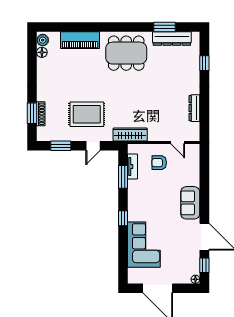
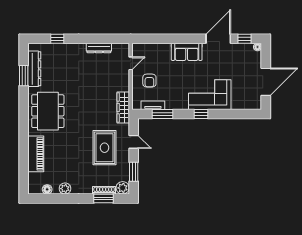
plant: (43, 40) -> (65, 189), moved
plant: (43, 134) -> (123, 188), added
corner sofa: (144, 245) -> (210, 95), moved

